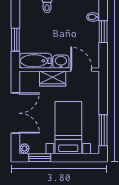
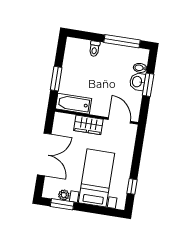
washbasin: (61, 62) -> (137, 82), moved, turned -90
window: (103, 130) -> (132, 186), width x0.46
plant: (24, 149) -> (64, 195), moved

